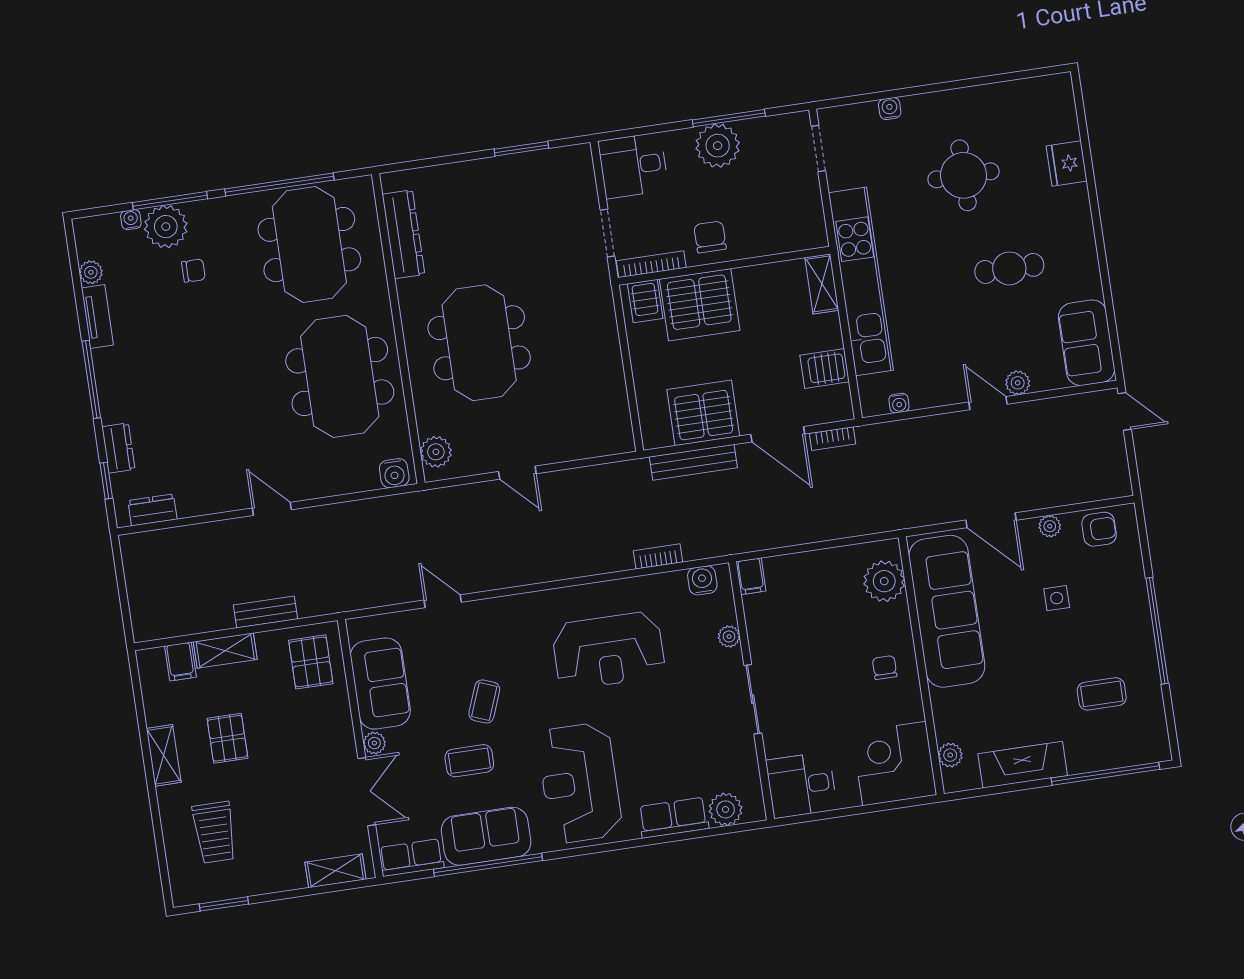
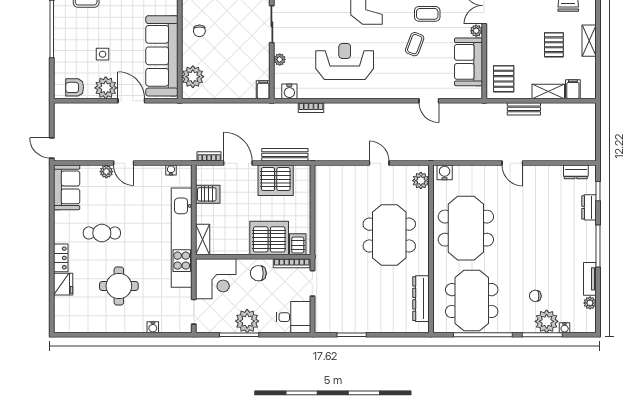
locker: (1078, 211) -> (61, 258), added
corner desk: (787, 215) -> (216, 279), added
chair: (710, 237) -> (258, 273), turned 90
plant: (1050, 526) -> (106, 88), width x1.88, depth x1.88

